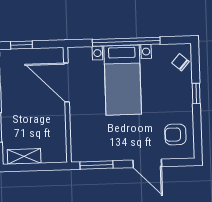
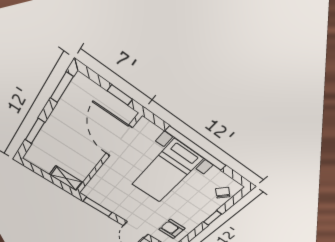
window: (21, 45) -> (120, 95), moved
shelving: (24, 156) -> (66, 179), moved

